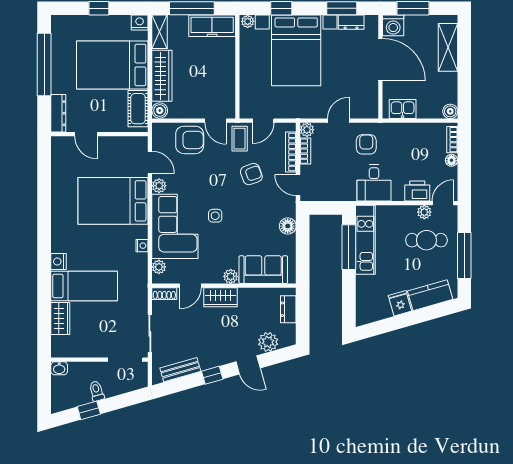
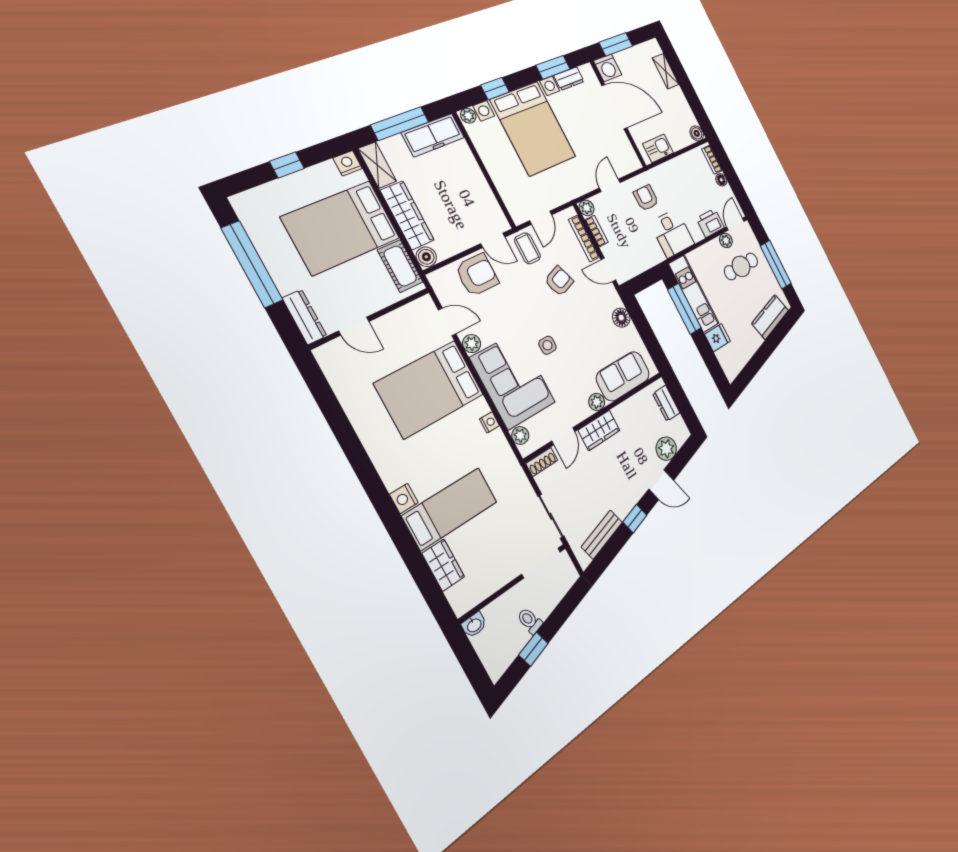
shelving: (448, 47) -> (666, 71), width x0.67, depth x0.75
fridge: (400, 303) -> (717, 338), moved, turned 106

